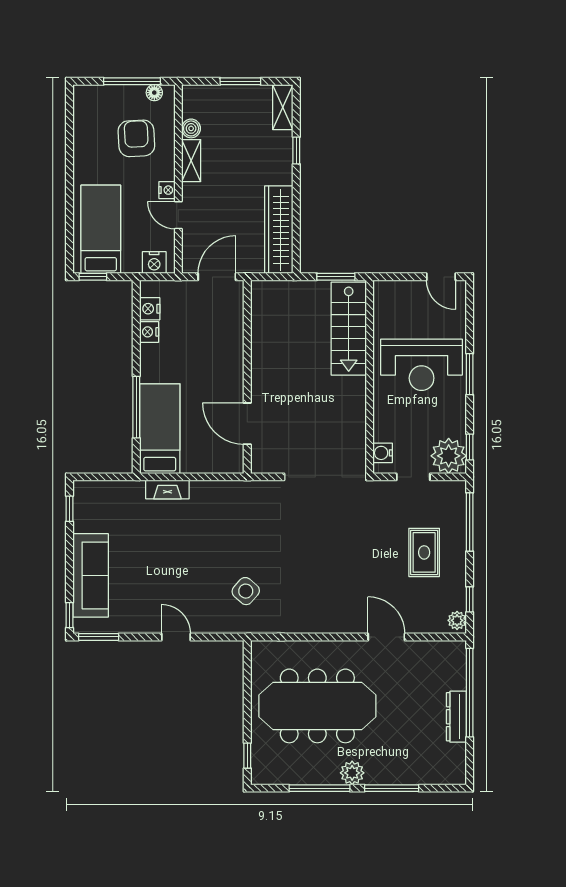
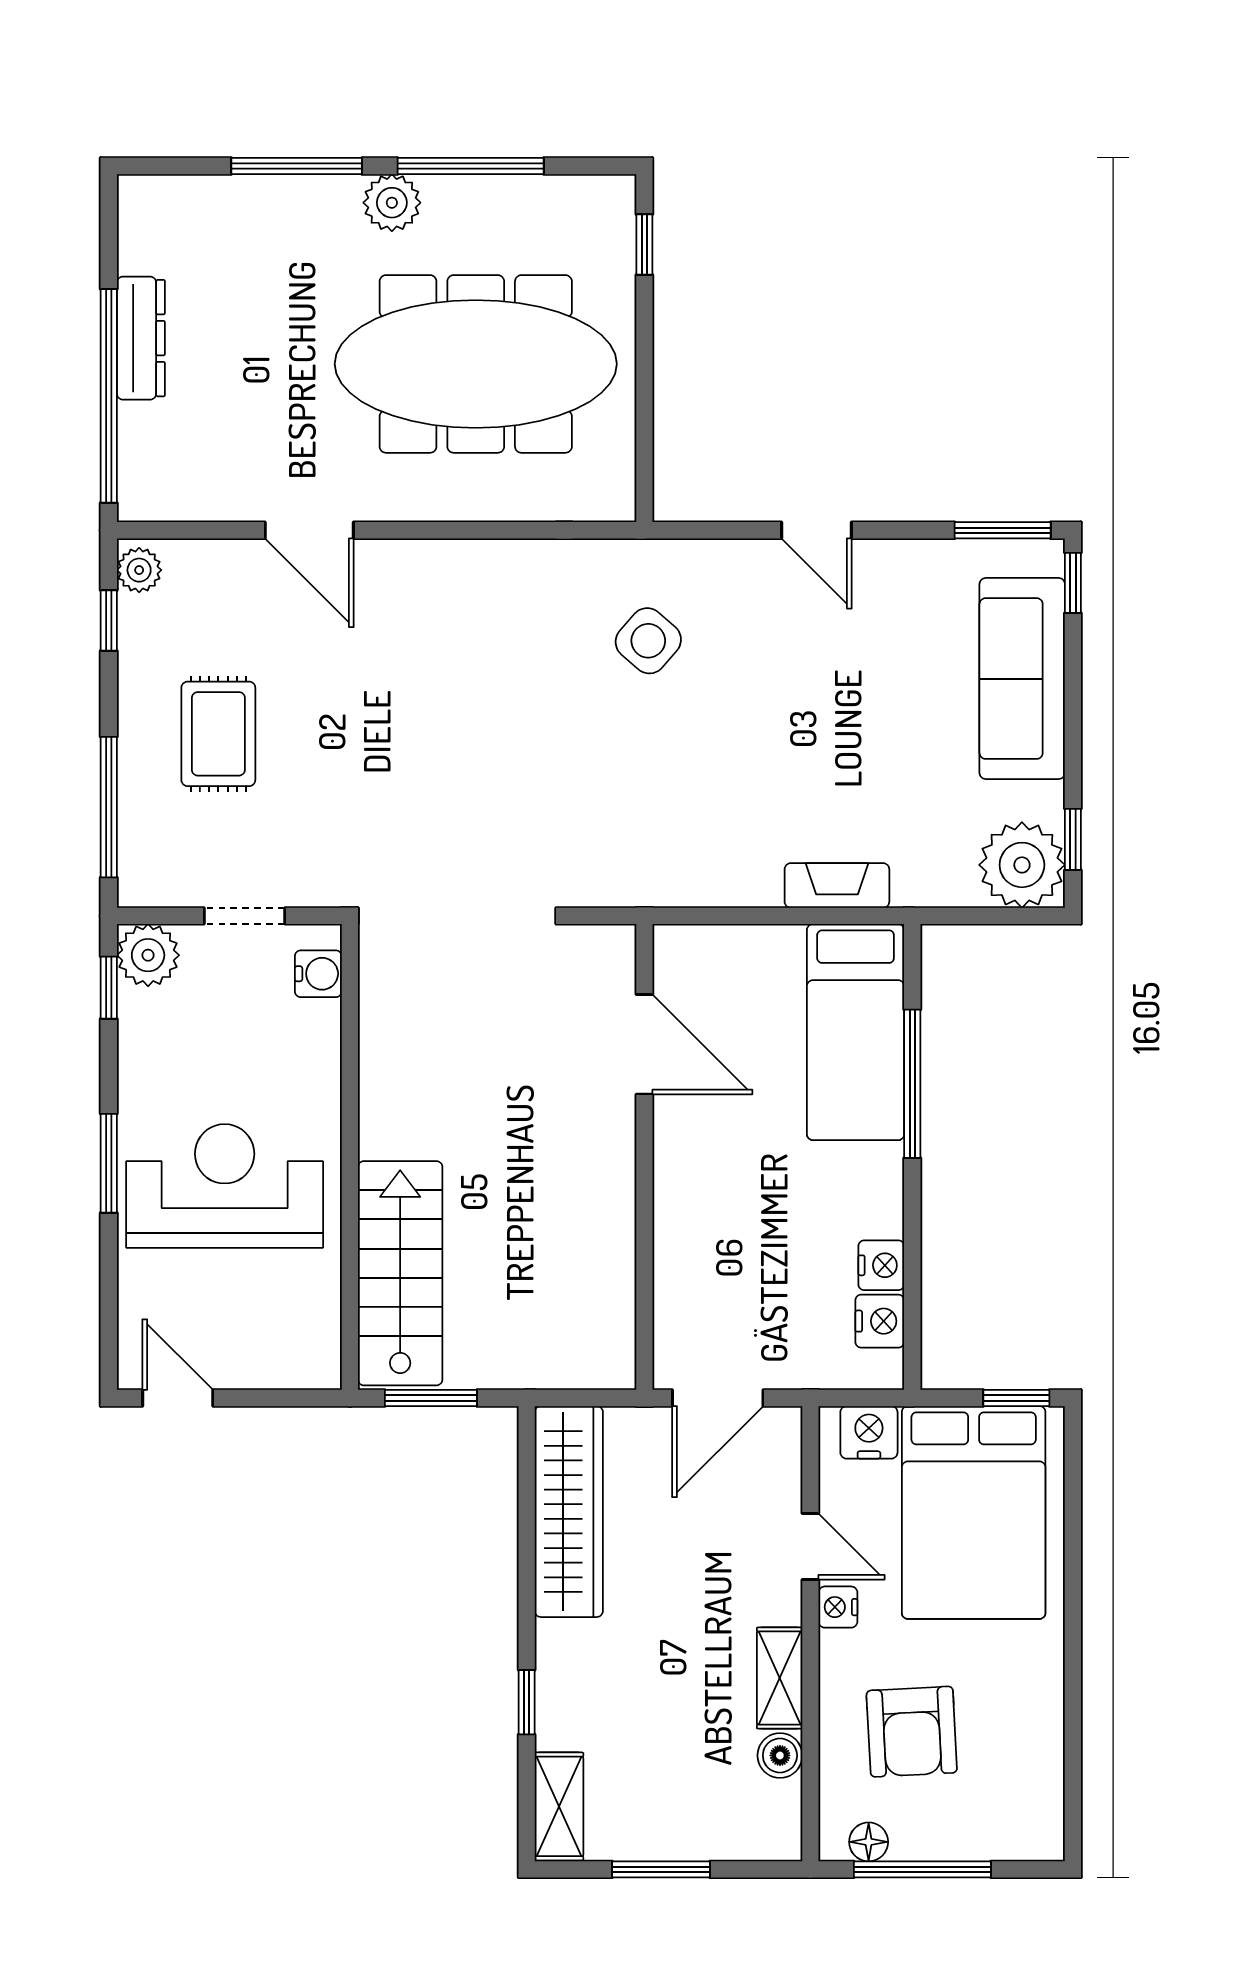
bed: (101, 229) -> (974, 1512), width x1.50
plant: (449, 456) -> (148, 955), width x0.73, depth x0.73
plant: (91, 498) -> (1022, 865), added

